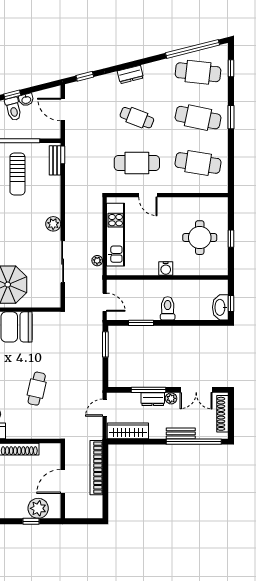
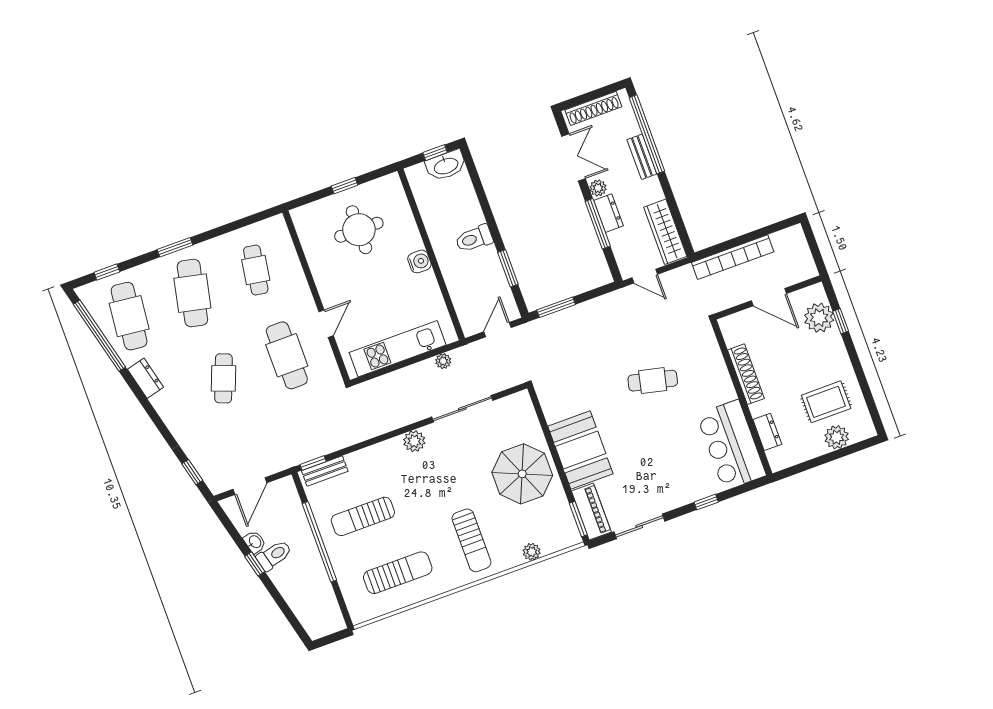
dresser: (130, 75) -> (145, 378), moved
cafe table: (198, 163) -> (256, 270), width x0.73, depth x0.74
sun lounger: (17, 174) -> (363, 516), turned 180

